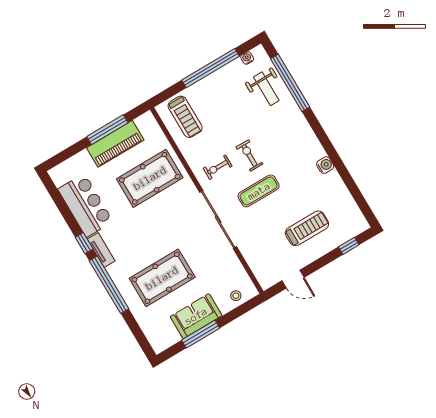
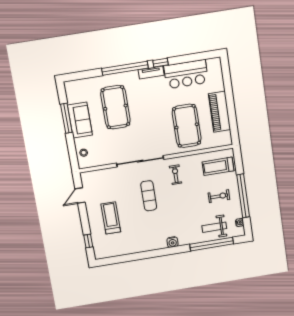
window: (107, 130) -> (231, 110), removed
exercise bike: (249, 155) -> (219, 196), moved
water cooler: (325, 165) -> (173, 242), moved
treadmill: (307, 228) -> (111, 218), turned 180

